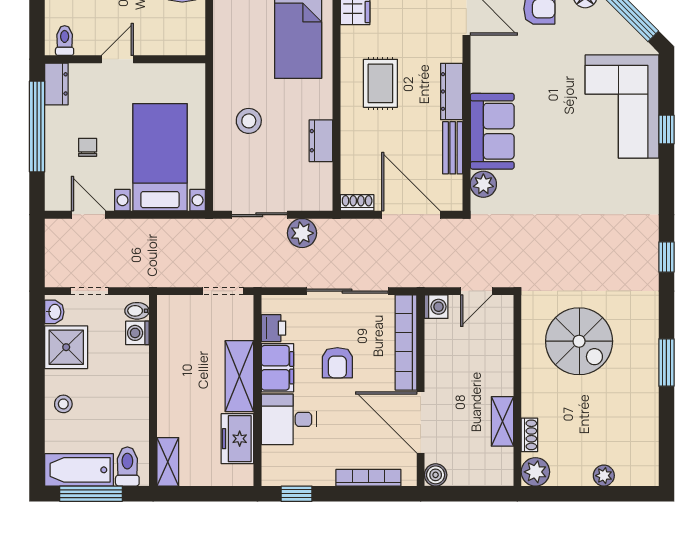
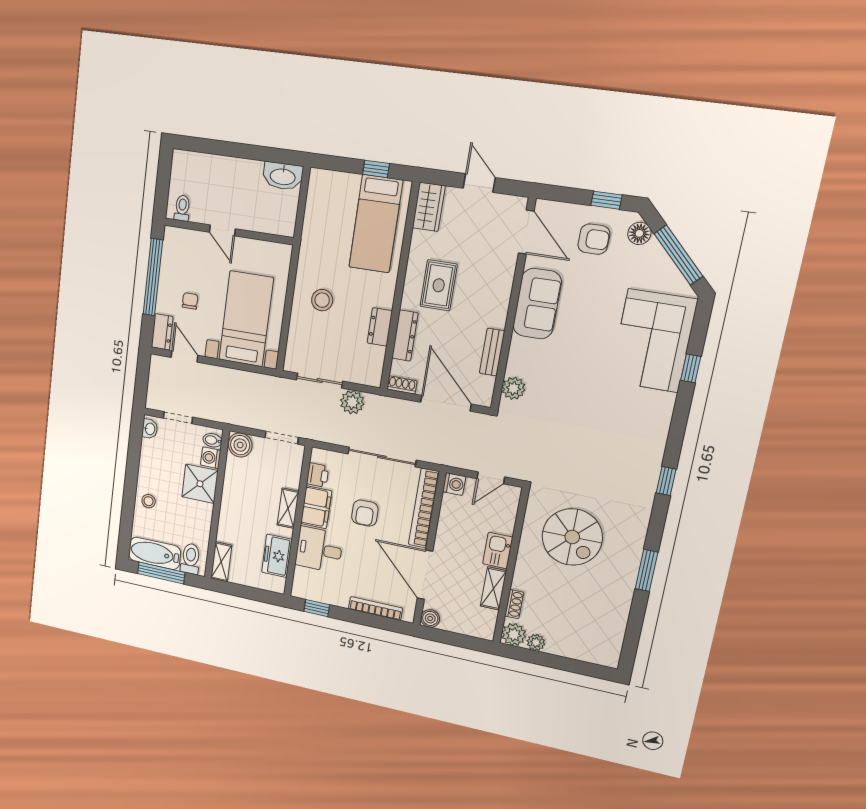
door: (117, 59) -> (222, 230), swing flipped
dresser: (56, 84) -> (162, 332), moved
dresser: (452, 91) -> (405, 336), moved, turned 180
sofa: (492, 131) -> (537, 304), moved
boiler: (173, 310) -> (240, 445), added
shower: (66, 347) -> (200, 484), moved
kitchen sink: (499, 375) -> (498, 550), added
shelving: (239, 376) -> (288, 508), width x0.67, depth x0.75
plant: (604, 476) -> (536, 642), moved

